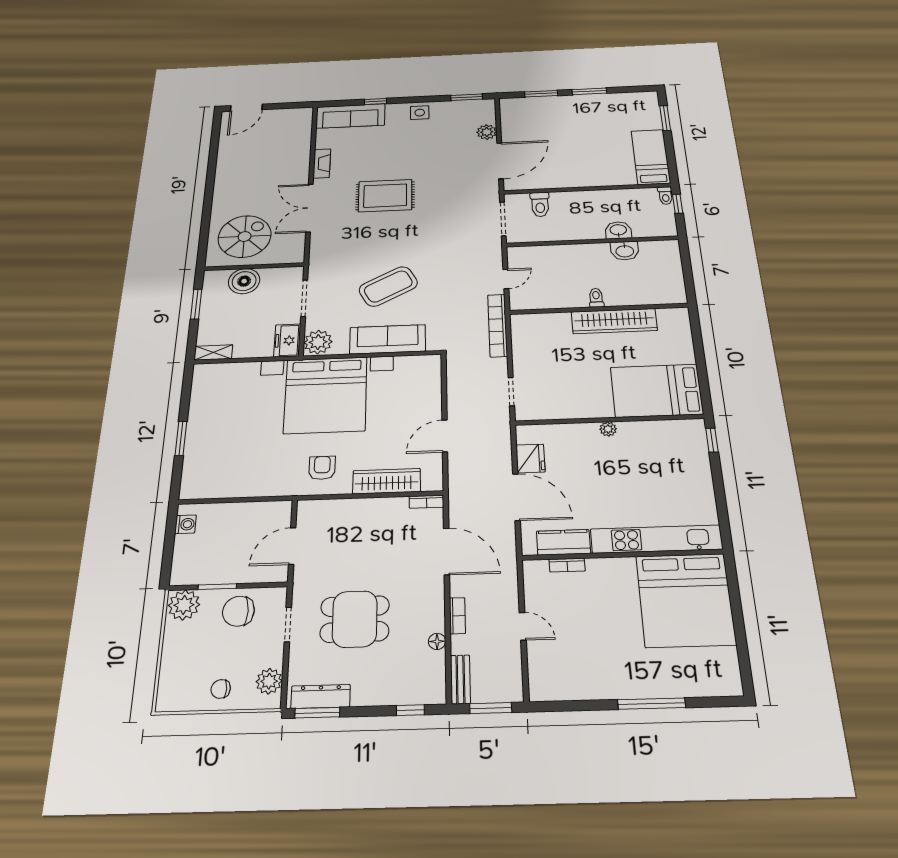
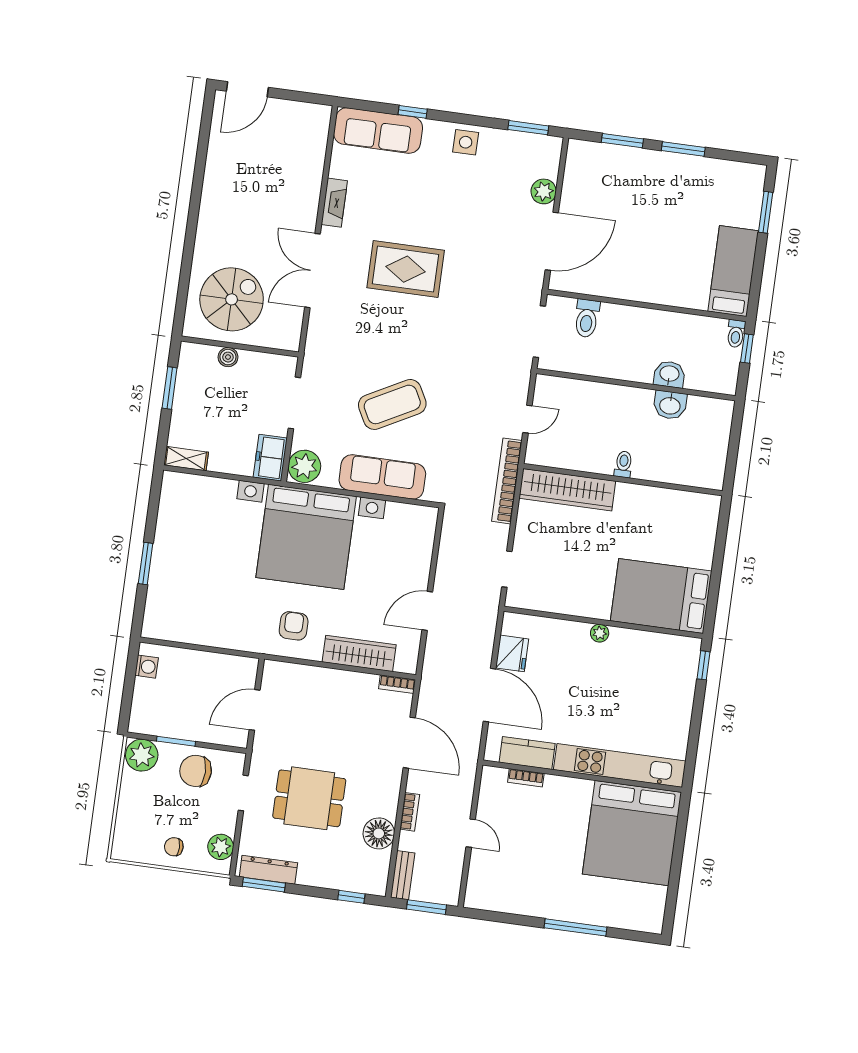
boiler: (244, 281) -> (228, 357), width x0.54, depth x0.54
wardrobe: (614, 321) -> (567, 490), moved
floor lamp: (437, 641) -> (379, 833), width x1.89, depth x1.89

